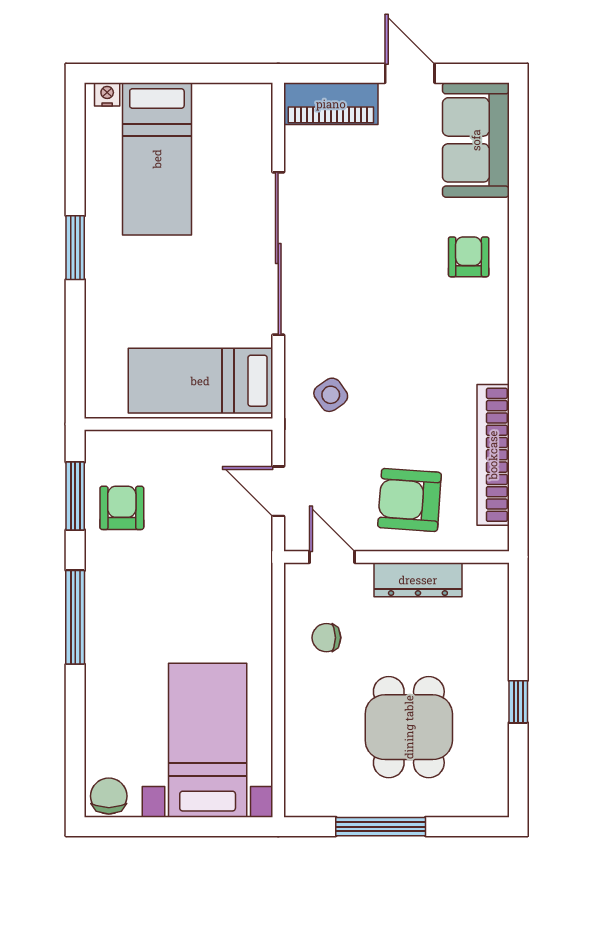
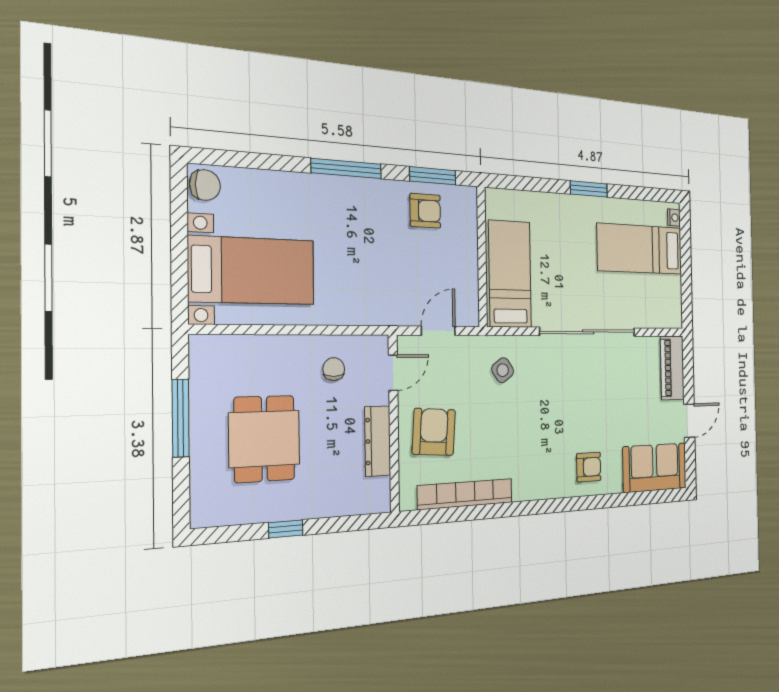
dining table: (409, 727) -> (264, 439), turned 90

